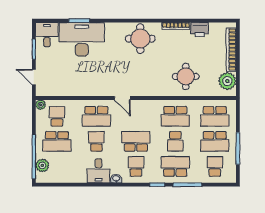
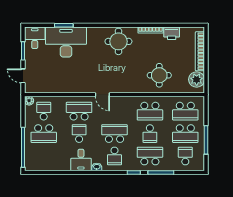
school desk: (96, 116) -> (79, 111), turned 180
plant: (42, 165) -> (31, 155), removed
school desk: (136, 166) -> (114, 156), turned 180

